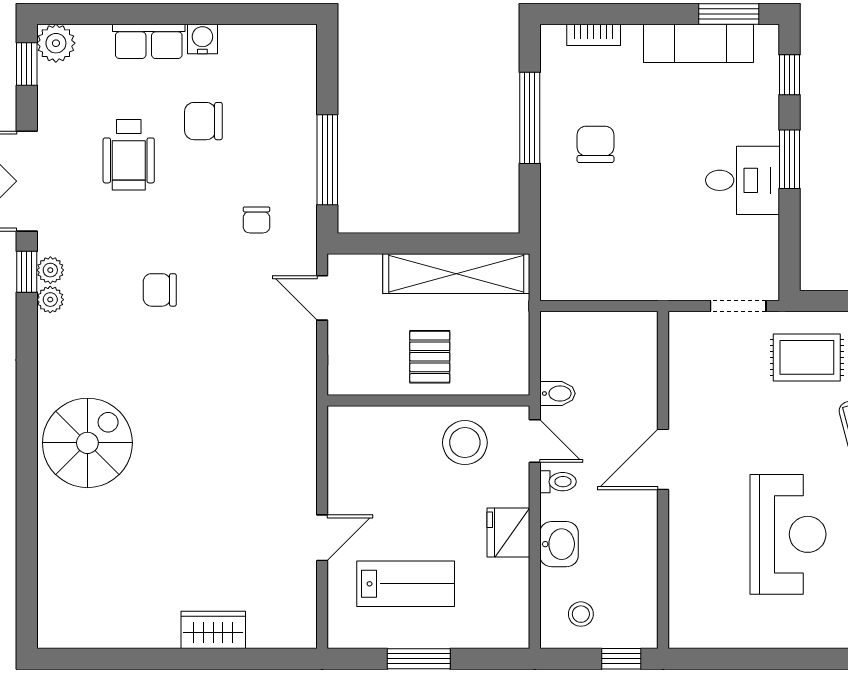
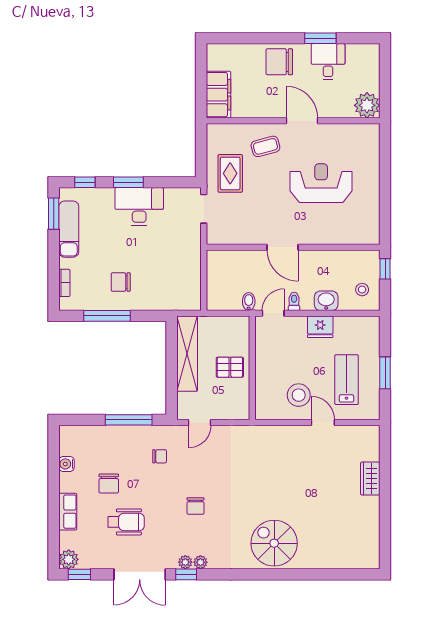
water cooler: (202, 39) -> (67, 464), moved
desk: (743, 180) -> (139, 206), width x1.37
stool: (465, 443) -> (299, 395), moved

